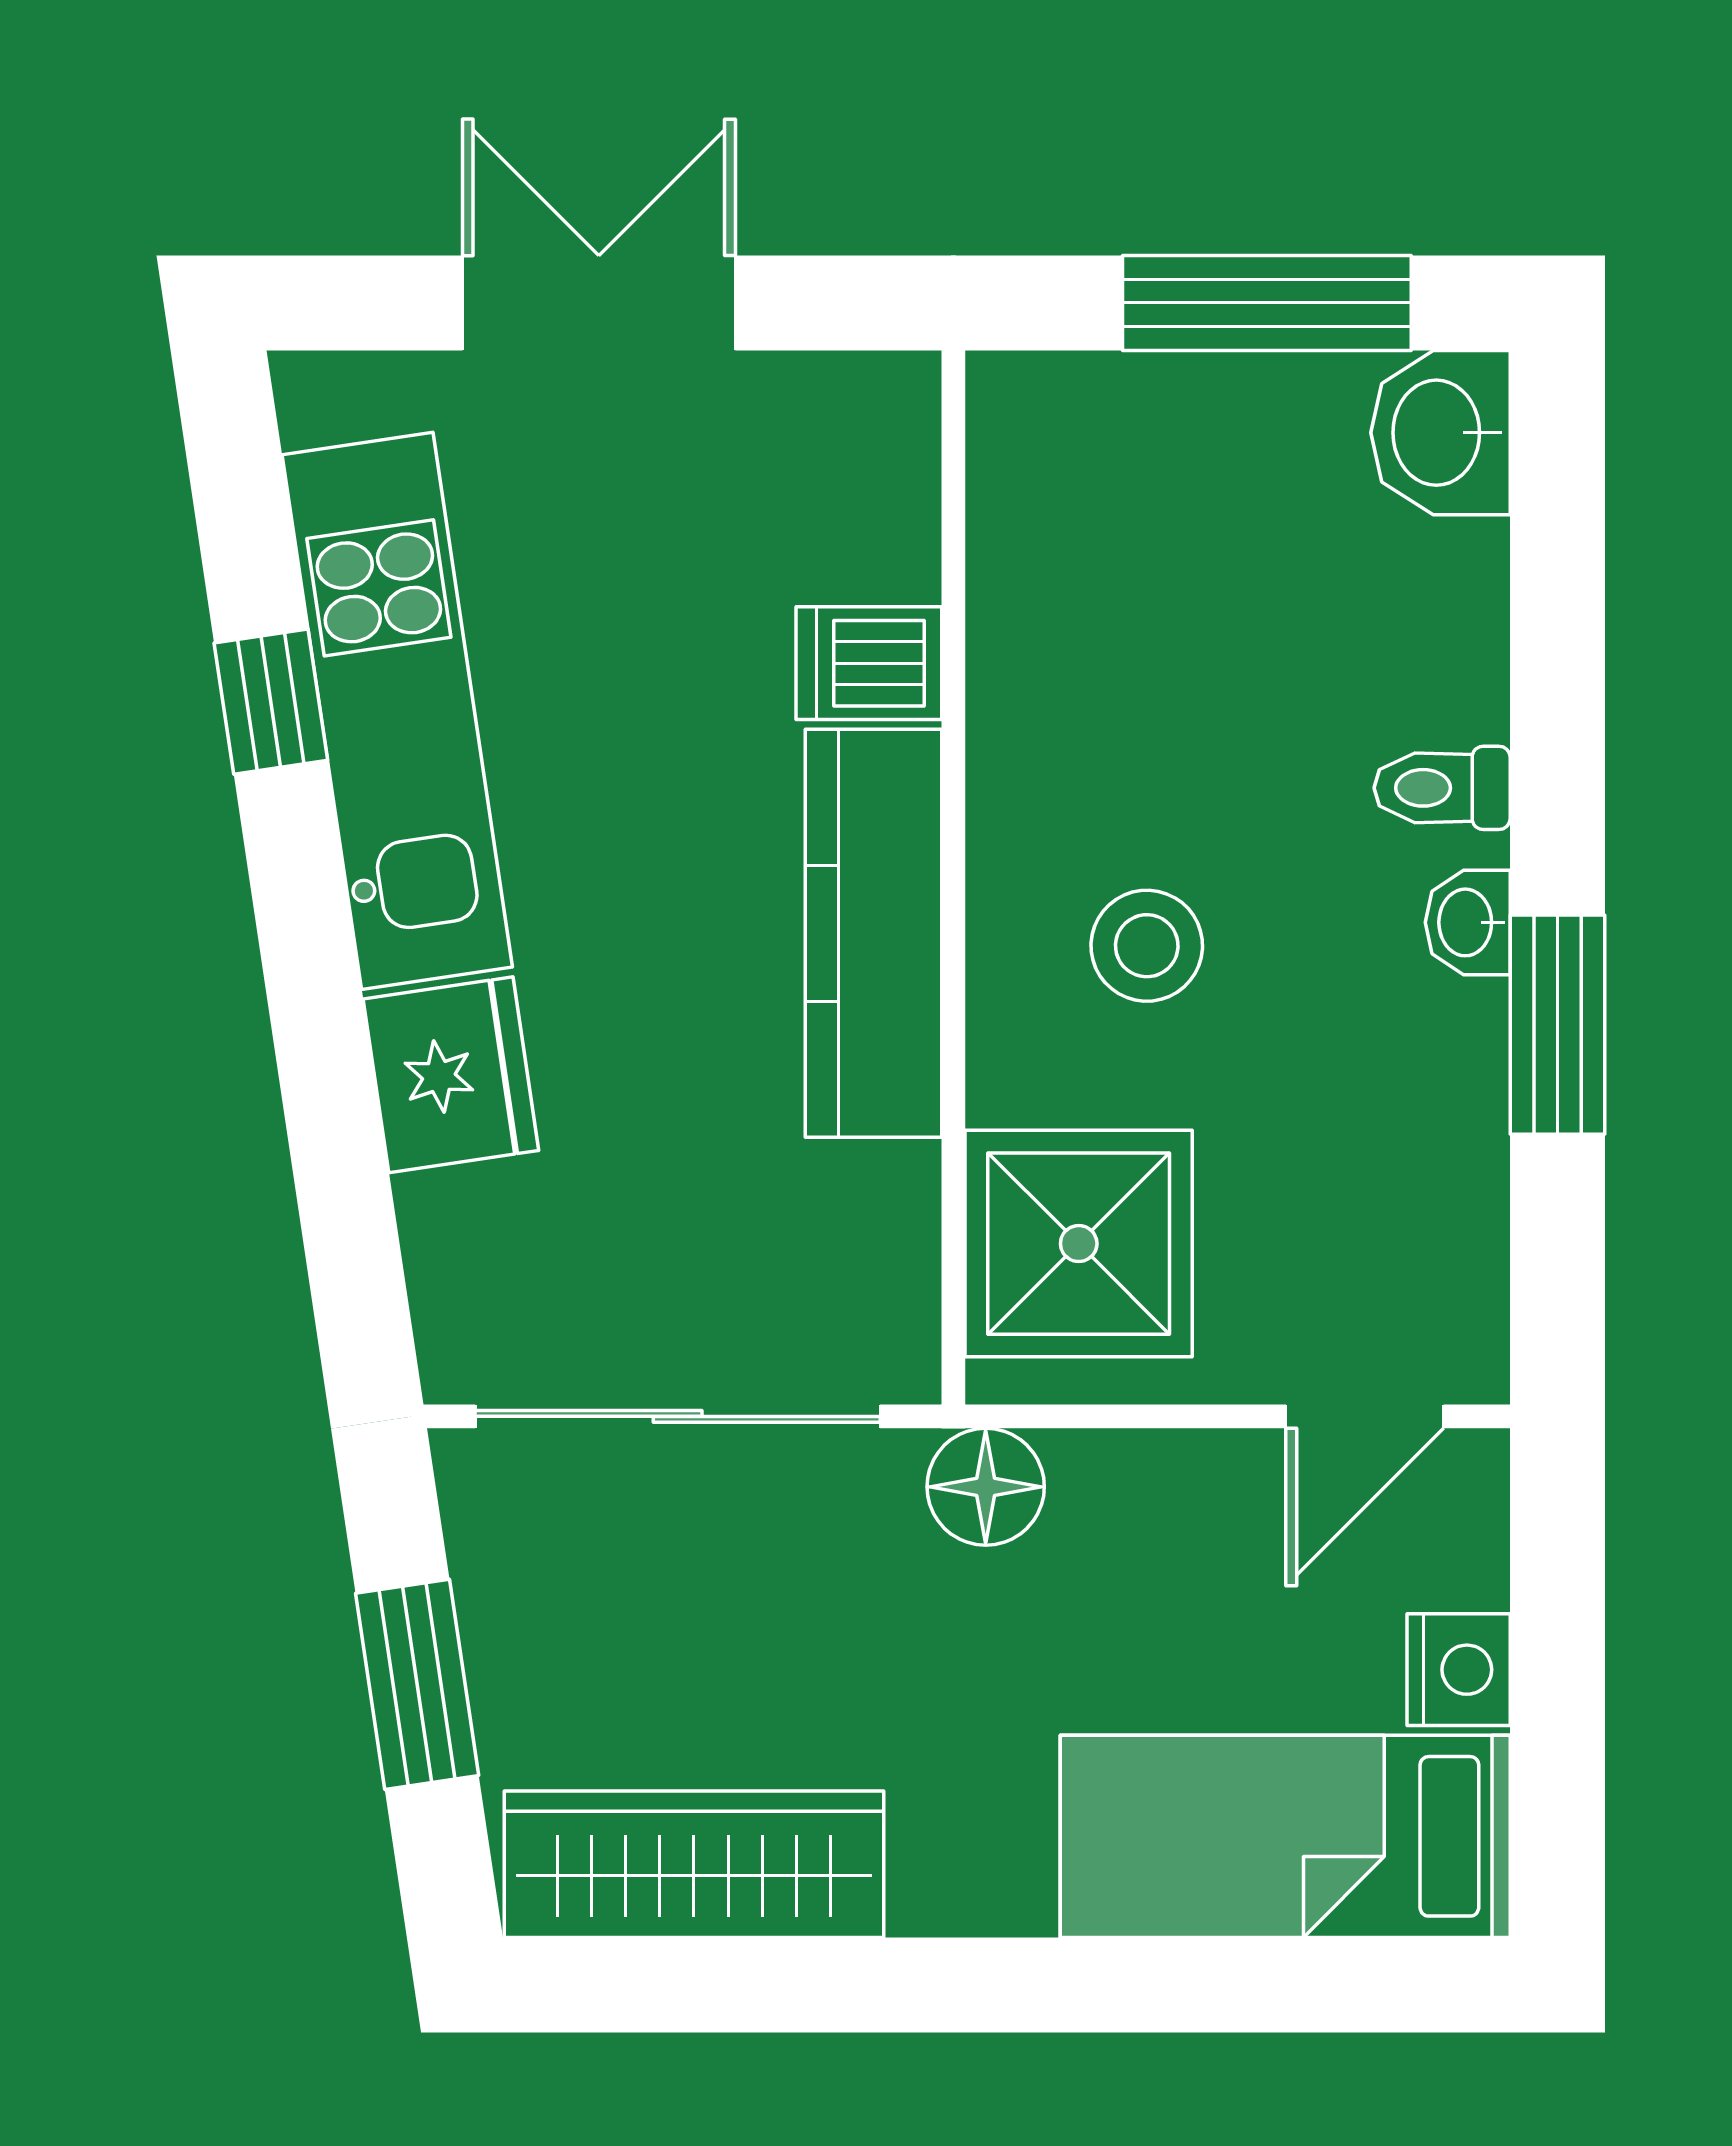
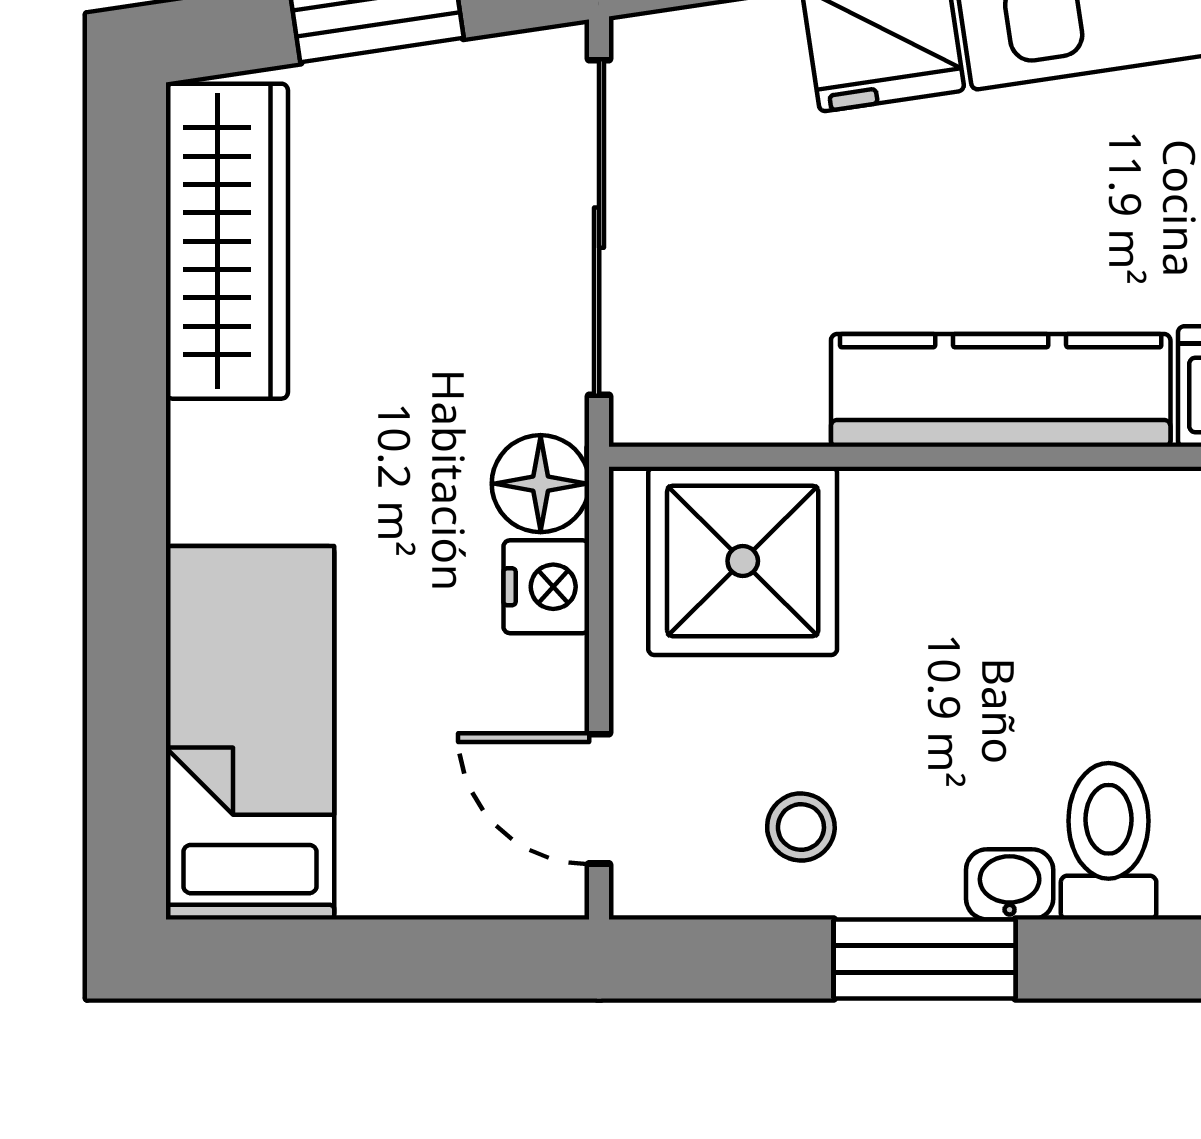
toilet: (1442, 788) -> (1109, 841), width x1.37, depth x1.39
stool: (1147, 946) -> (801, 827), moved, width x0.73, depth x0.73
nightstand: (1459, 1670) -> (546, 587), moved, turned -90

